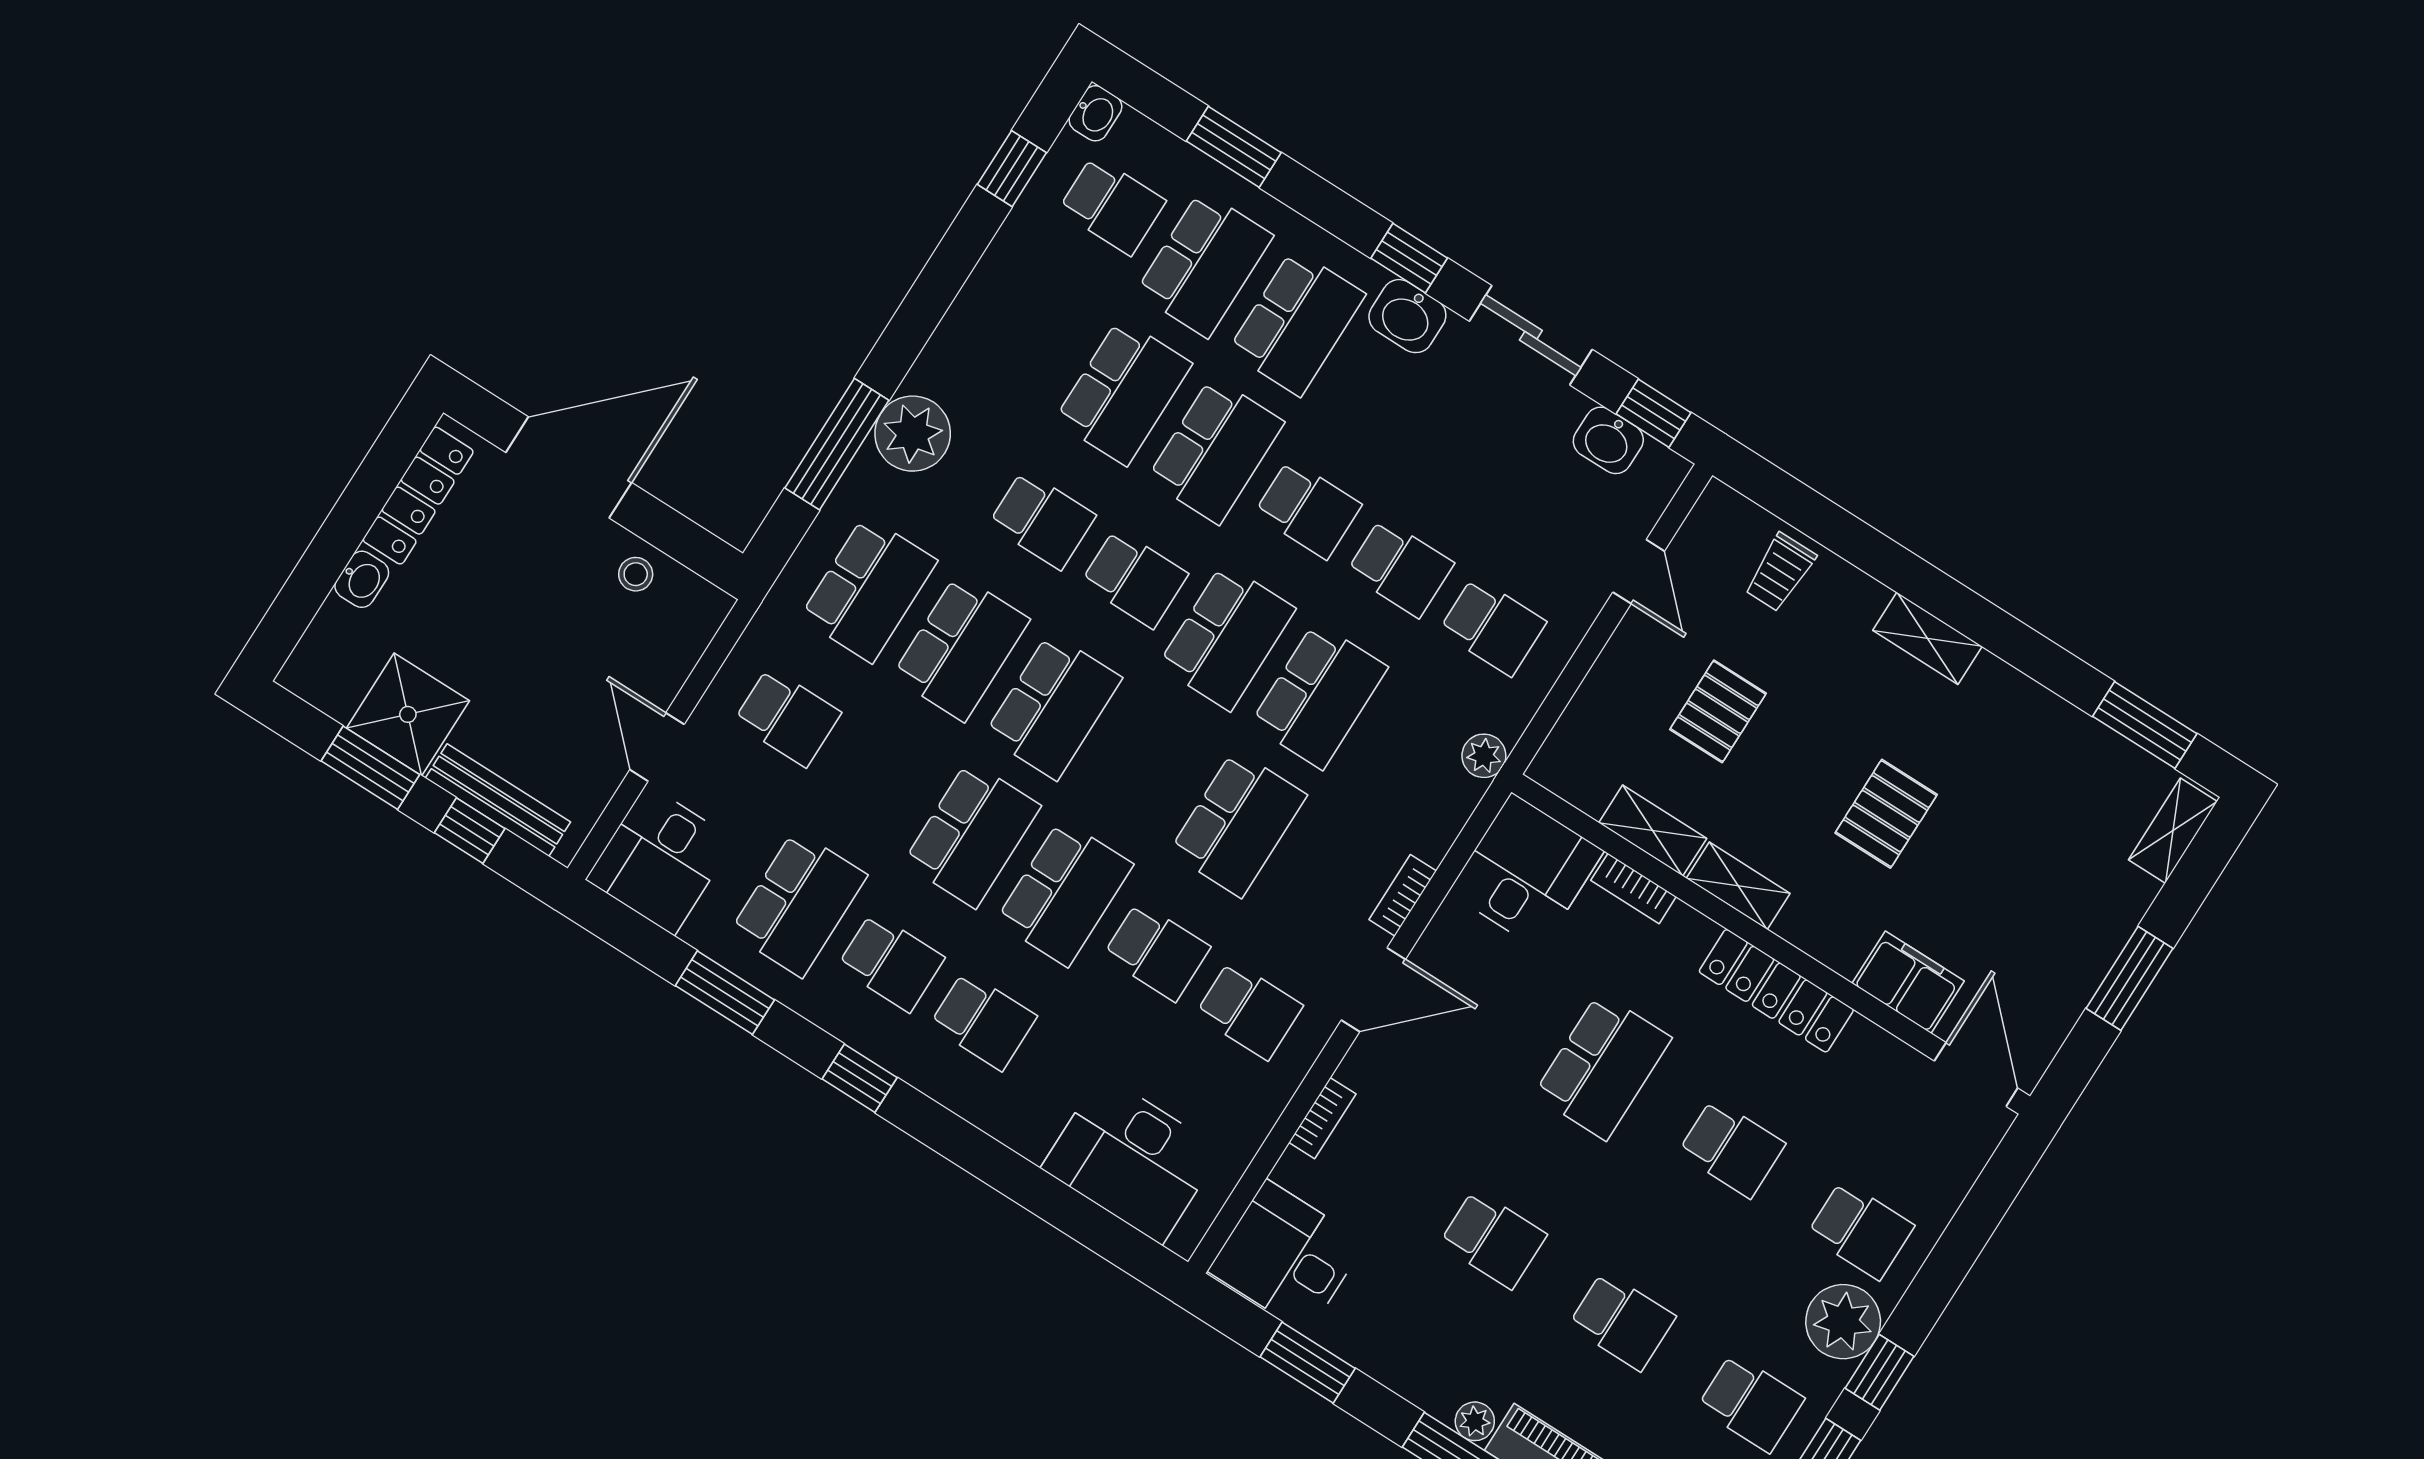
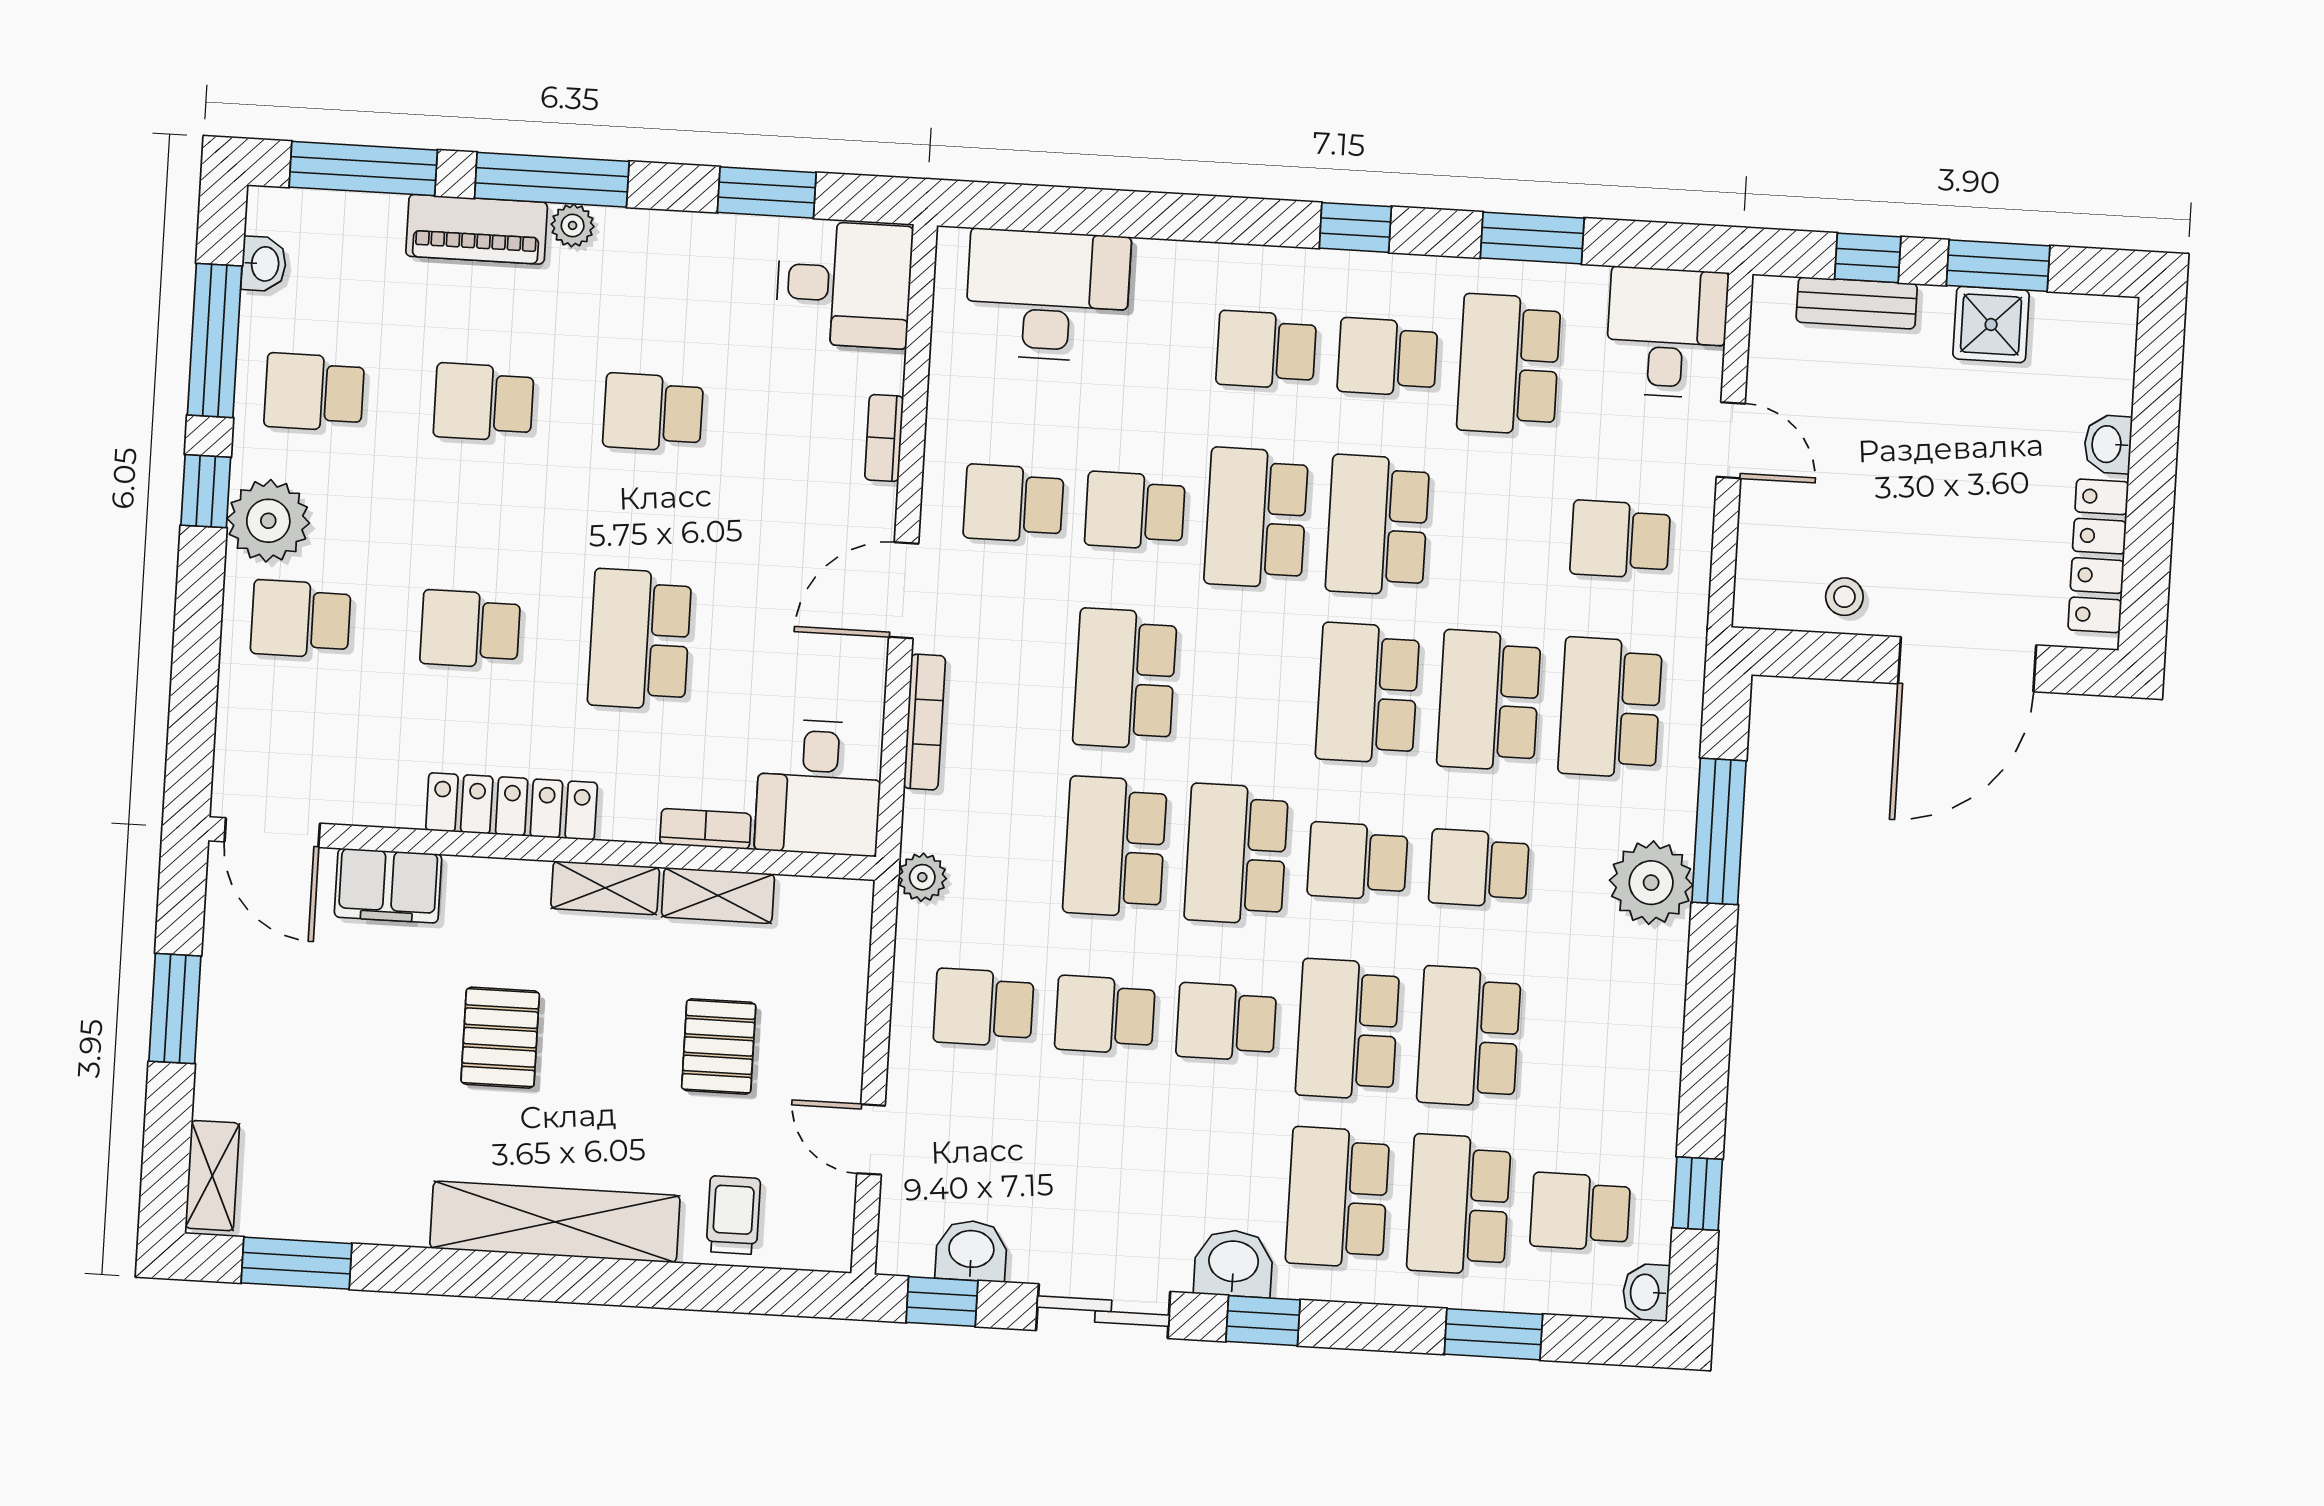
shelving: (1927, 638) -> (555, 1222), width x2.20, depth x1.33
shower: (408, 714) -> (1991, 325), width x0.73, depth x0.73
bench: (498, 800) -> (1857, 303), width x0.73
bookcase: (1403, 895) -> (924, 722), width x1.56

